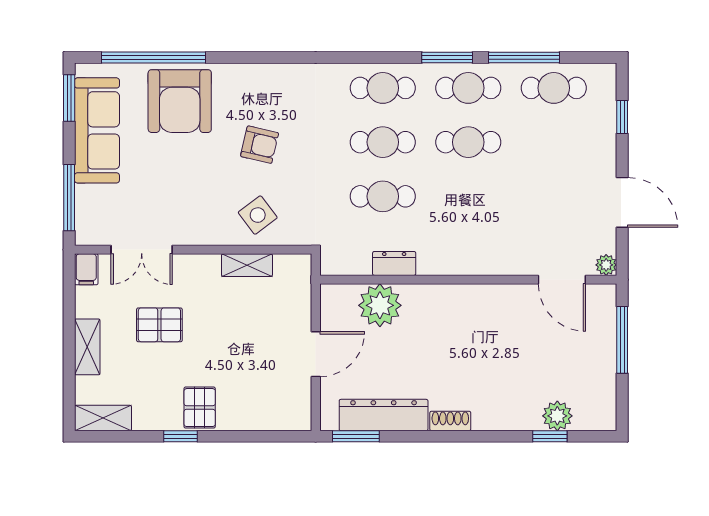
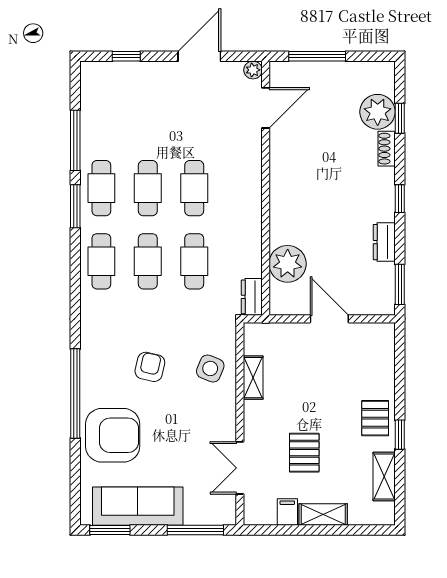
window: (154, 58) -> (75, 393), moved
cafe table: (554, 88) -> (194, 188), moved
side table: (258, 215) -> (210, 368), turned -31
double door: (142, 250) -> (240, 468), swing flipped
dresser: (394, 263) -> (252, 297), moved
filing cabinet: (86, 269) -> (287, 512), moved, turned -90
pallet: (200, 408) -> (375, 418), turned 90
dresser: (384, 415) -> (384, 242), width x0.51, depth x0.80
plant: (557, 416) -> (378, 112), width x1.36, depth x1.36
shelving: (103, 418) -> (384, 477), moved
shoe rack: (450, 421) -> (387, 149), moved
window: (456, 436) -> (400, 199), added

